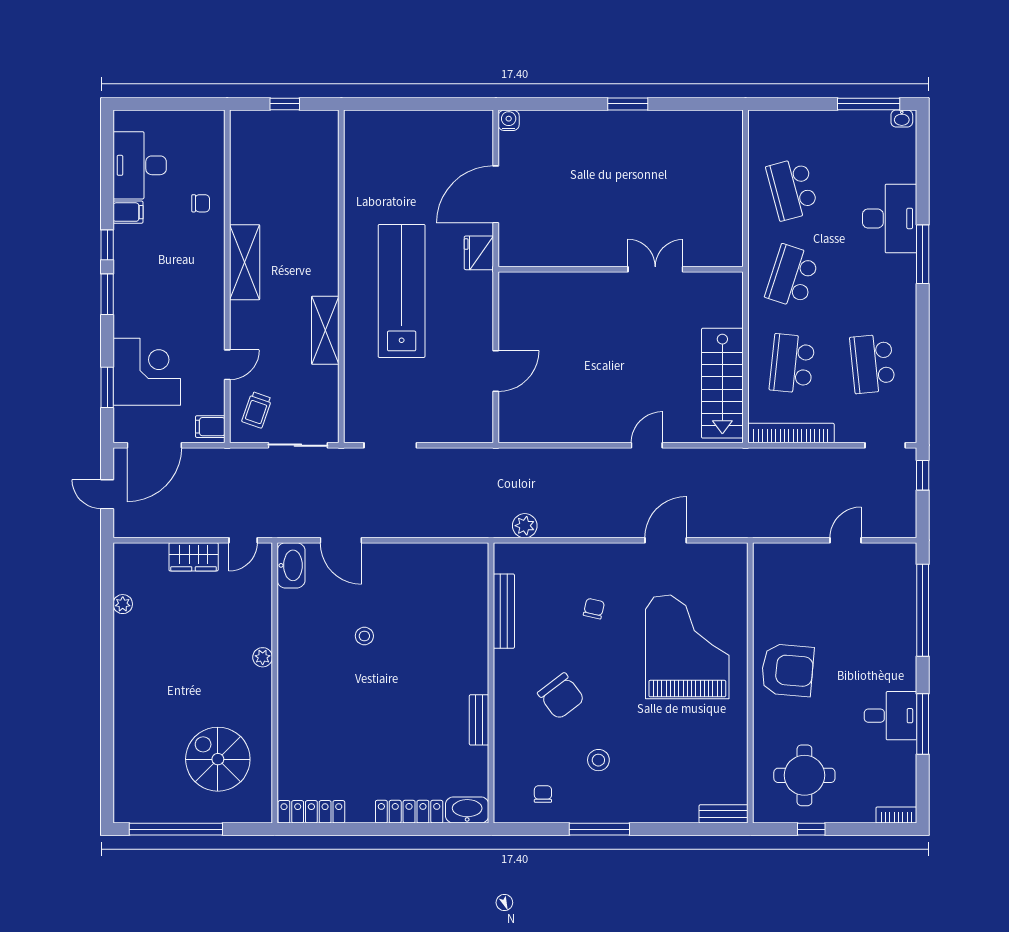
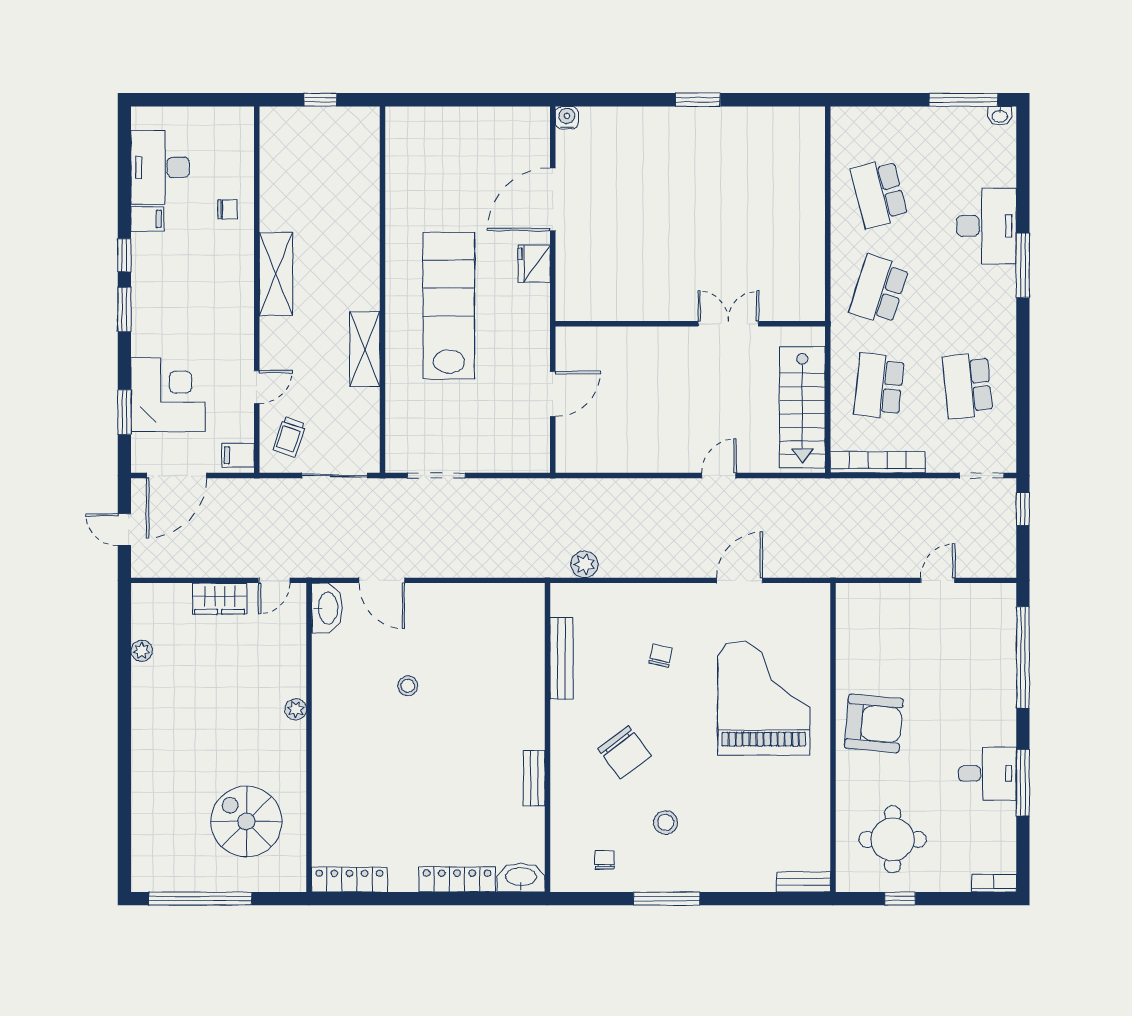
wall: (621, 269) -> (690, 324), moved
double door: (655, 269) -> (728, 324), moved

